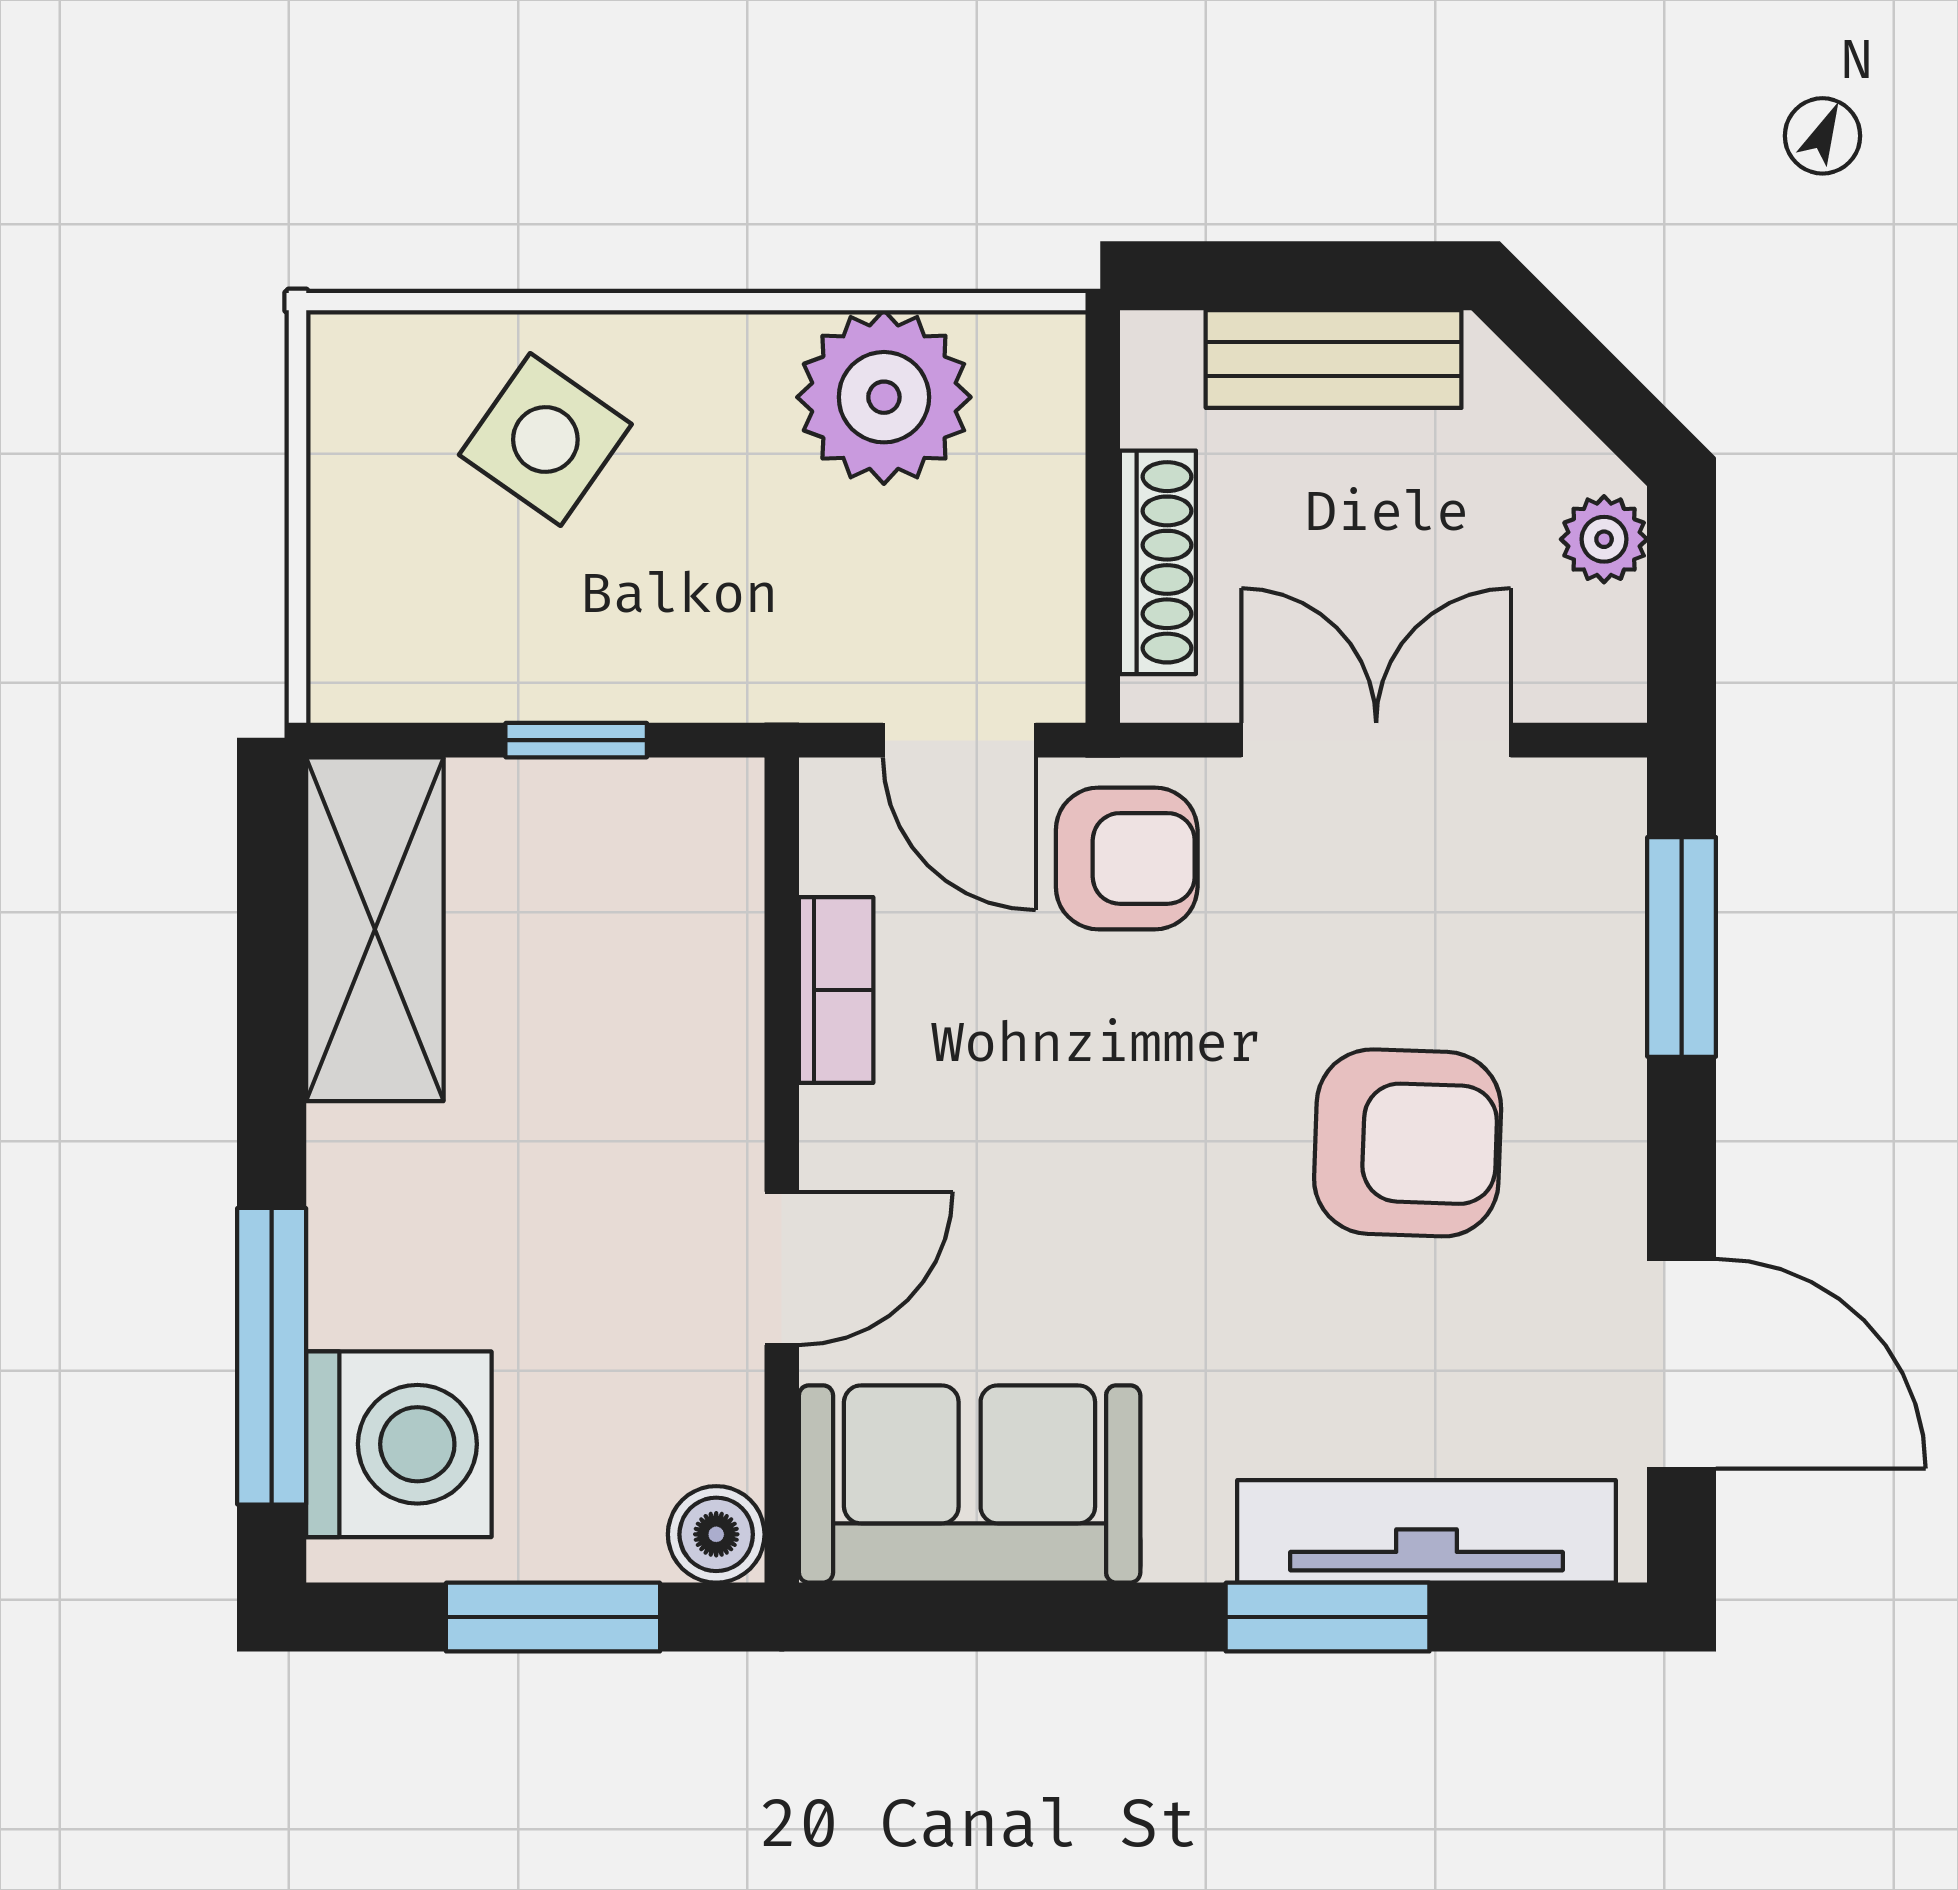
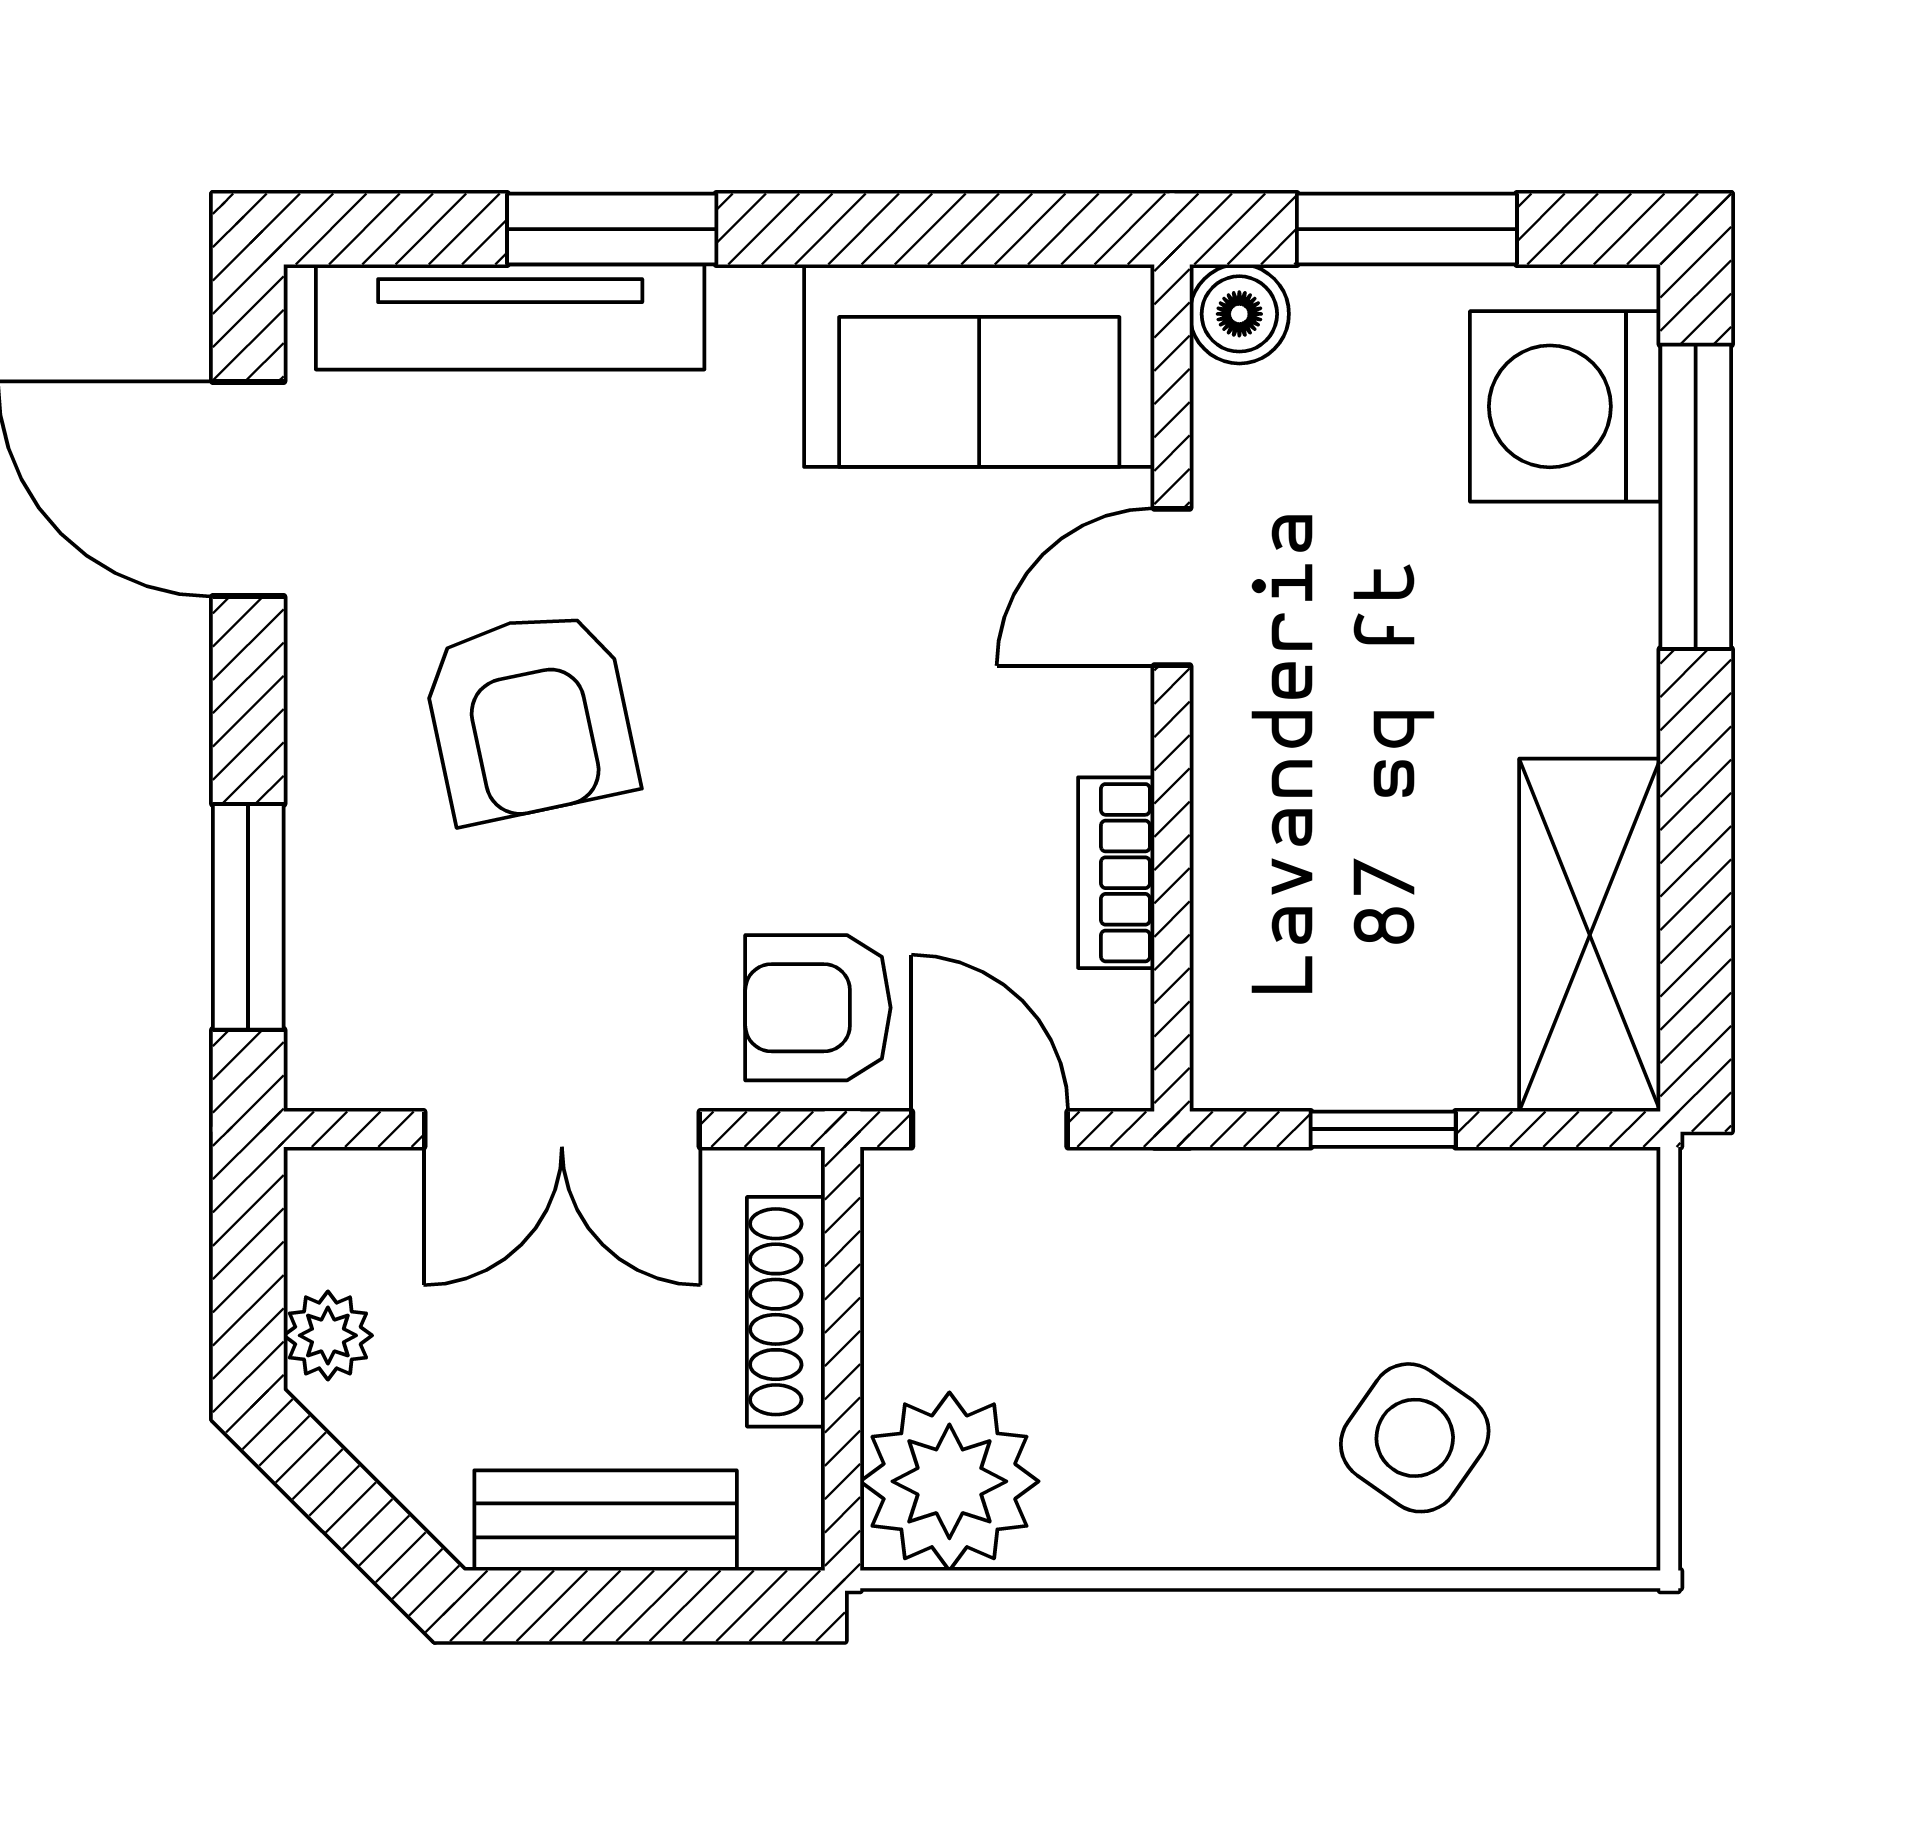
plant: (884, 397) -> (949, 1481), moved
armchair: (1408, 1143) -> (530, 716), turned -104

